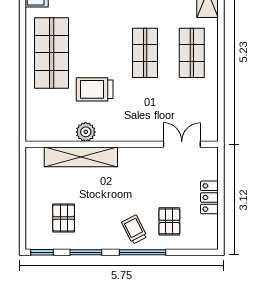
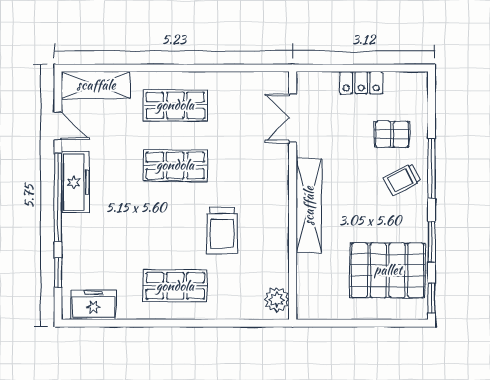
shop shelf: (52, 53) -> (175, 286), width x0.70, depth x0.74
plant: (86, 132) -> (277, 299), moved
shelving: (81, 157) -> (309, 206), moved
pallet: (64, 218) -> (388, 270), width x2.05, depth x2.00

